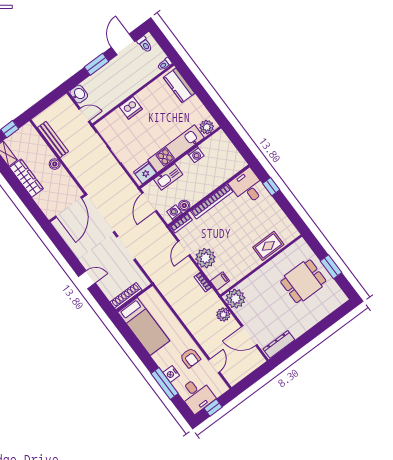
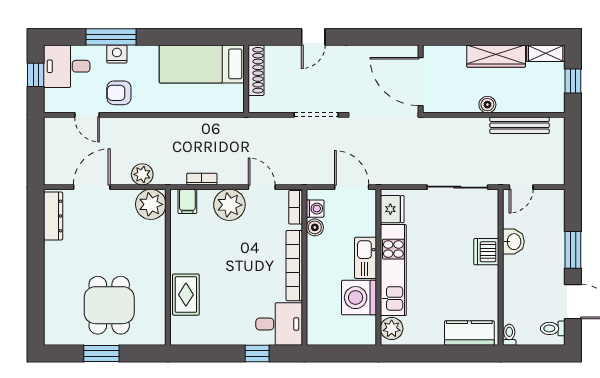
washbasin: (79, 94) -> (513, 242), moved, turned -90
washing machine: (196, 155) -> (359, 298), width x1.89, depth x1.89
kitchen sink: (168, 177) -> (366, 258), moved

